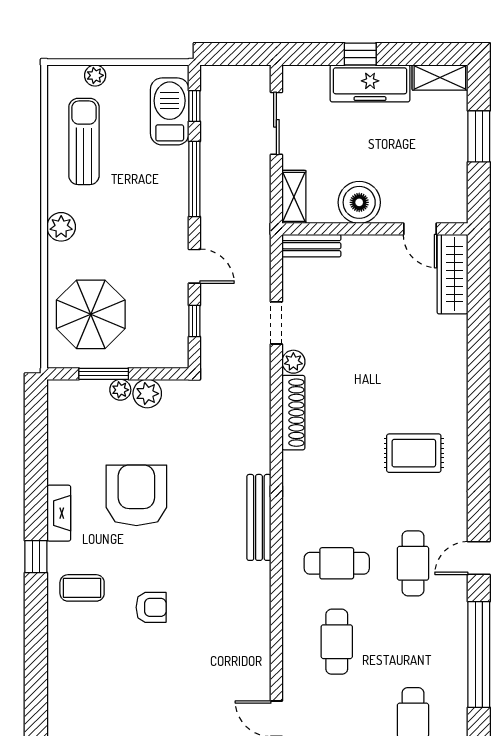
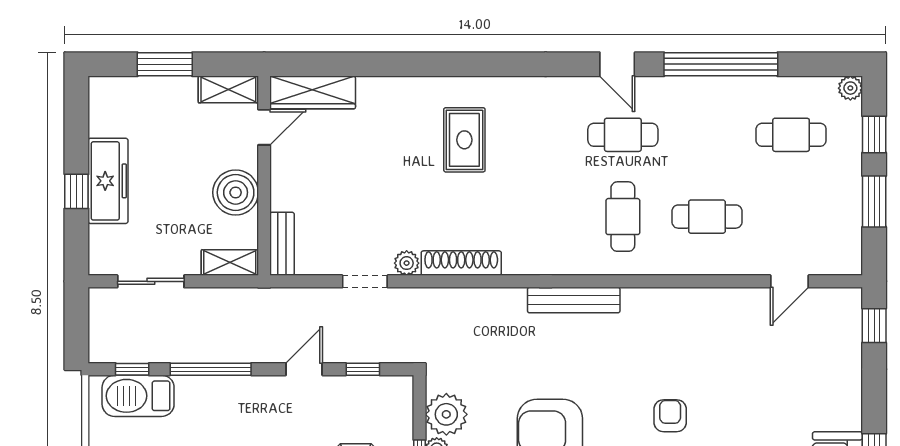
shelving: (440, 77) -> (228, 89), moved, turned 90
plant: (147, 394) -> (446, 414), width x1.36, depth x1.36
rug: (414, 453) -> (464, 140), moved

